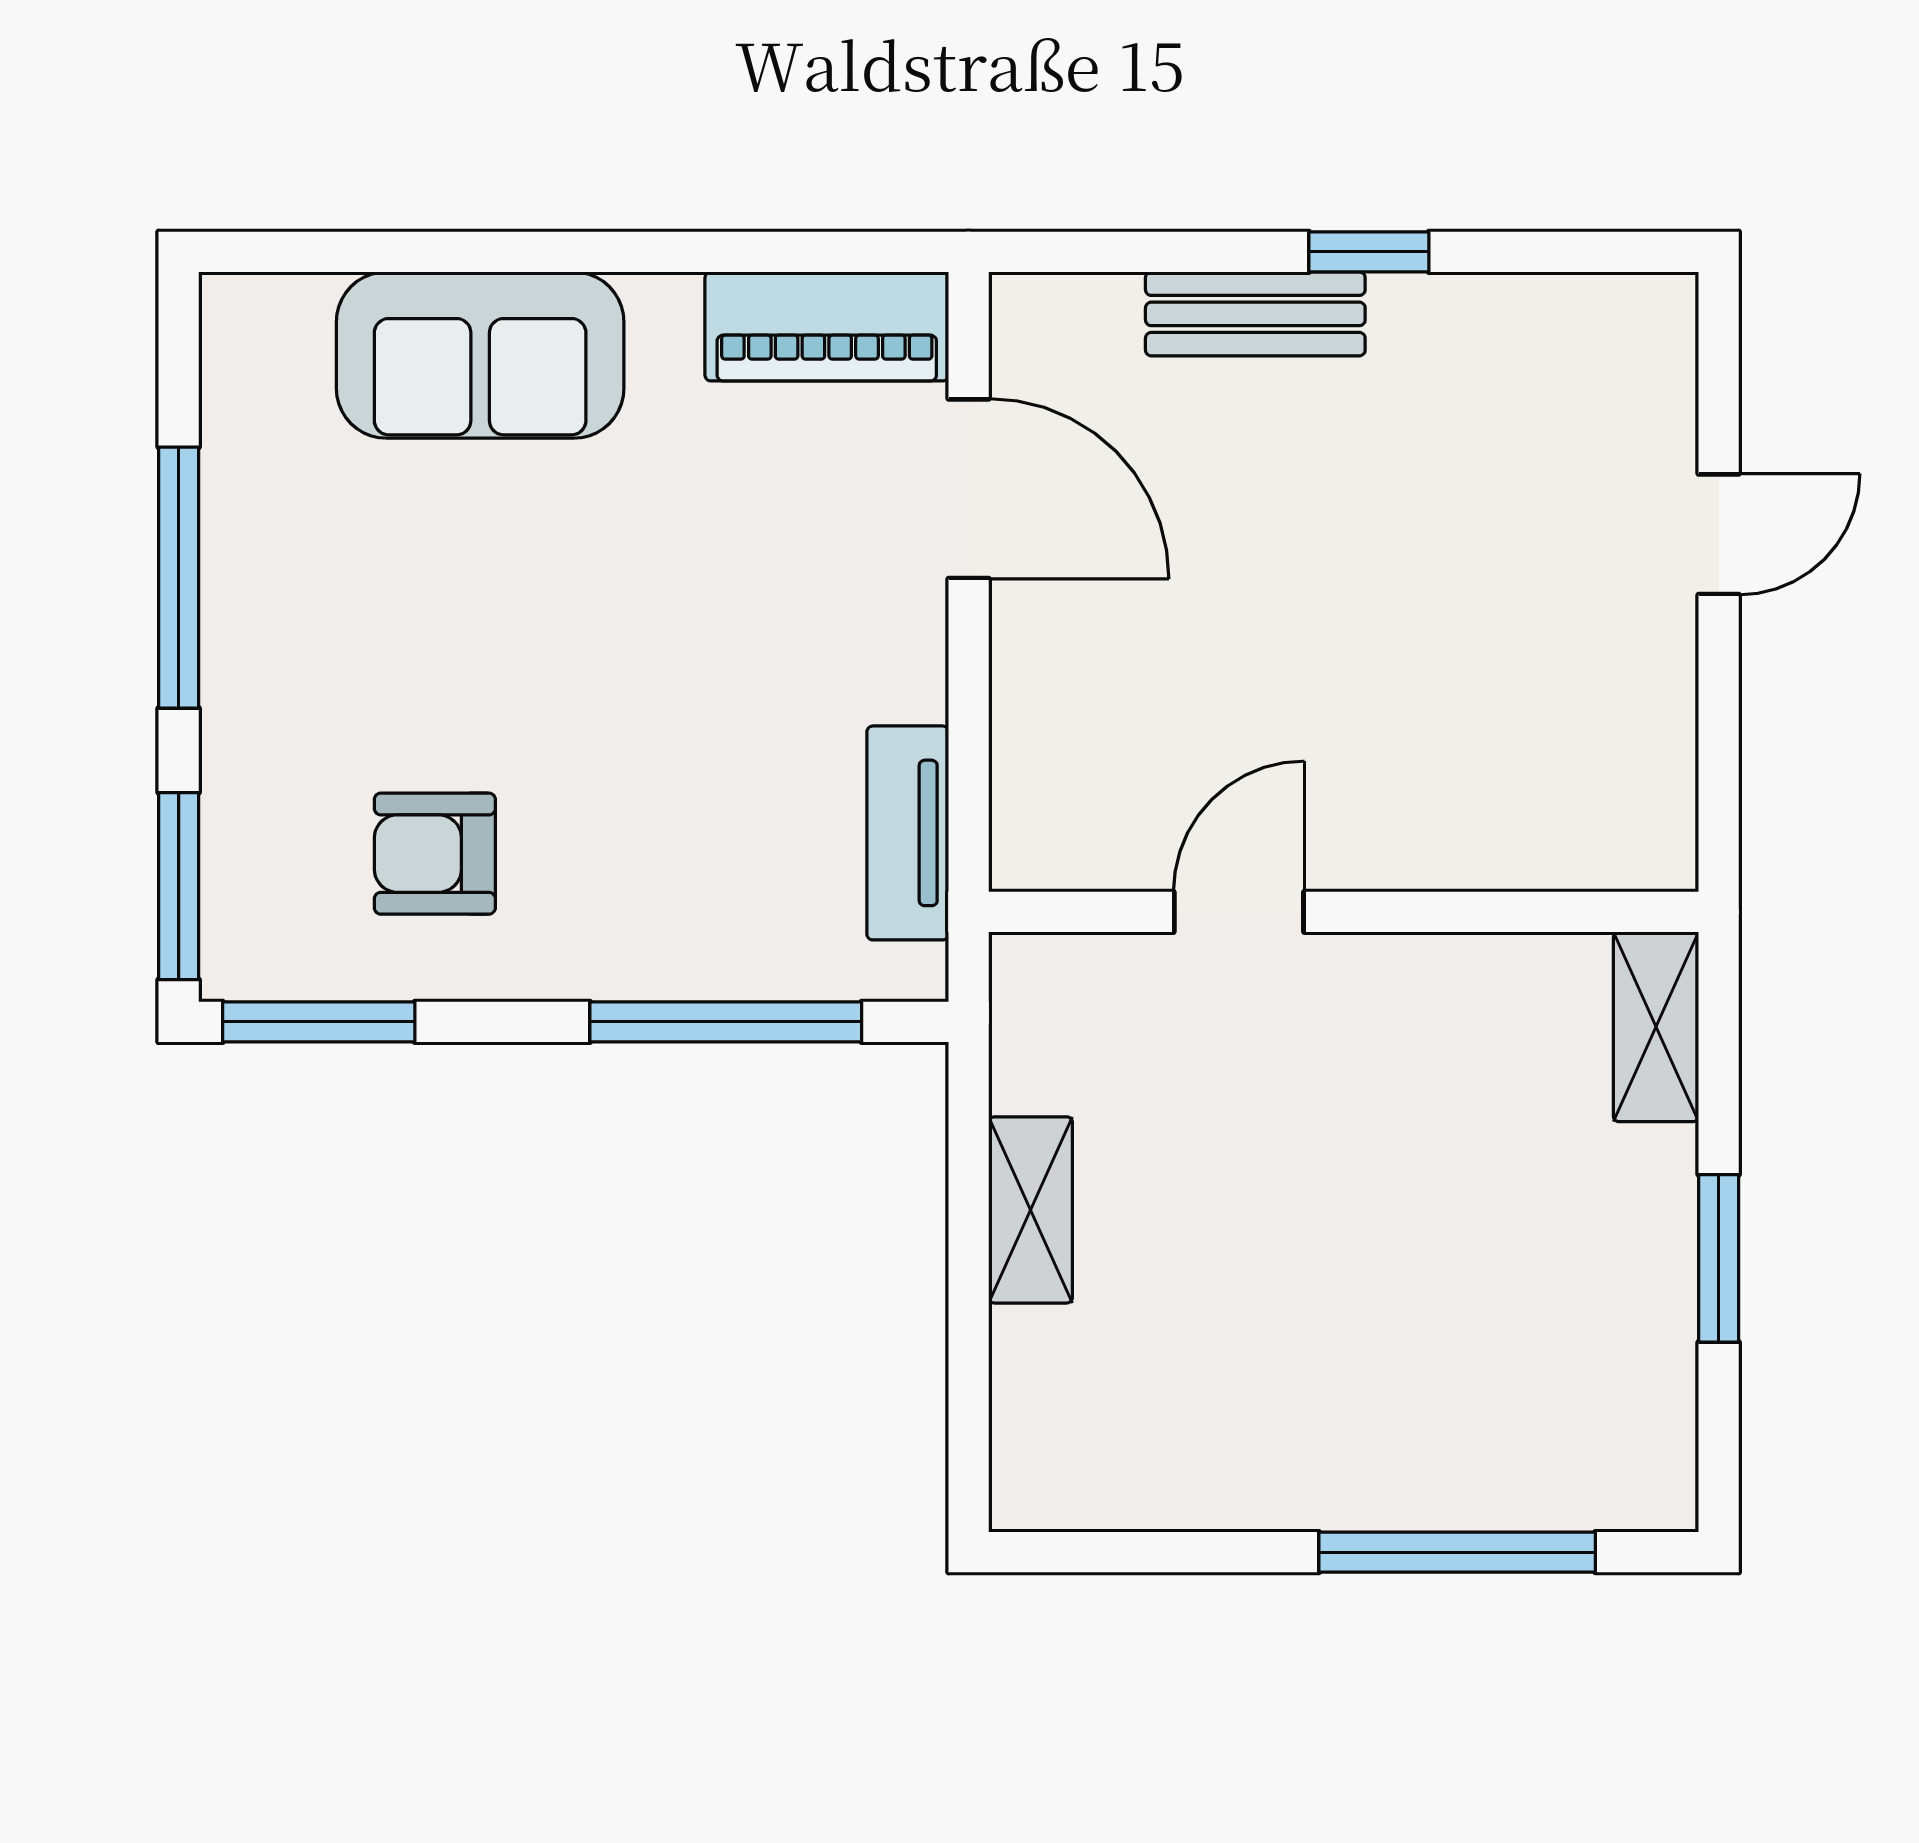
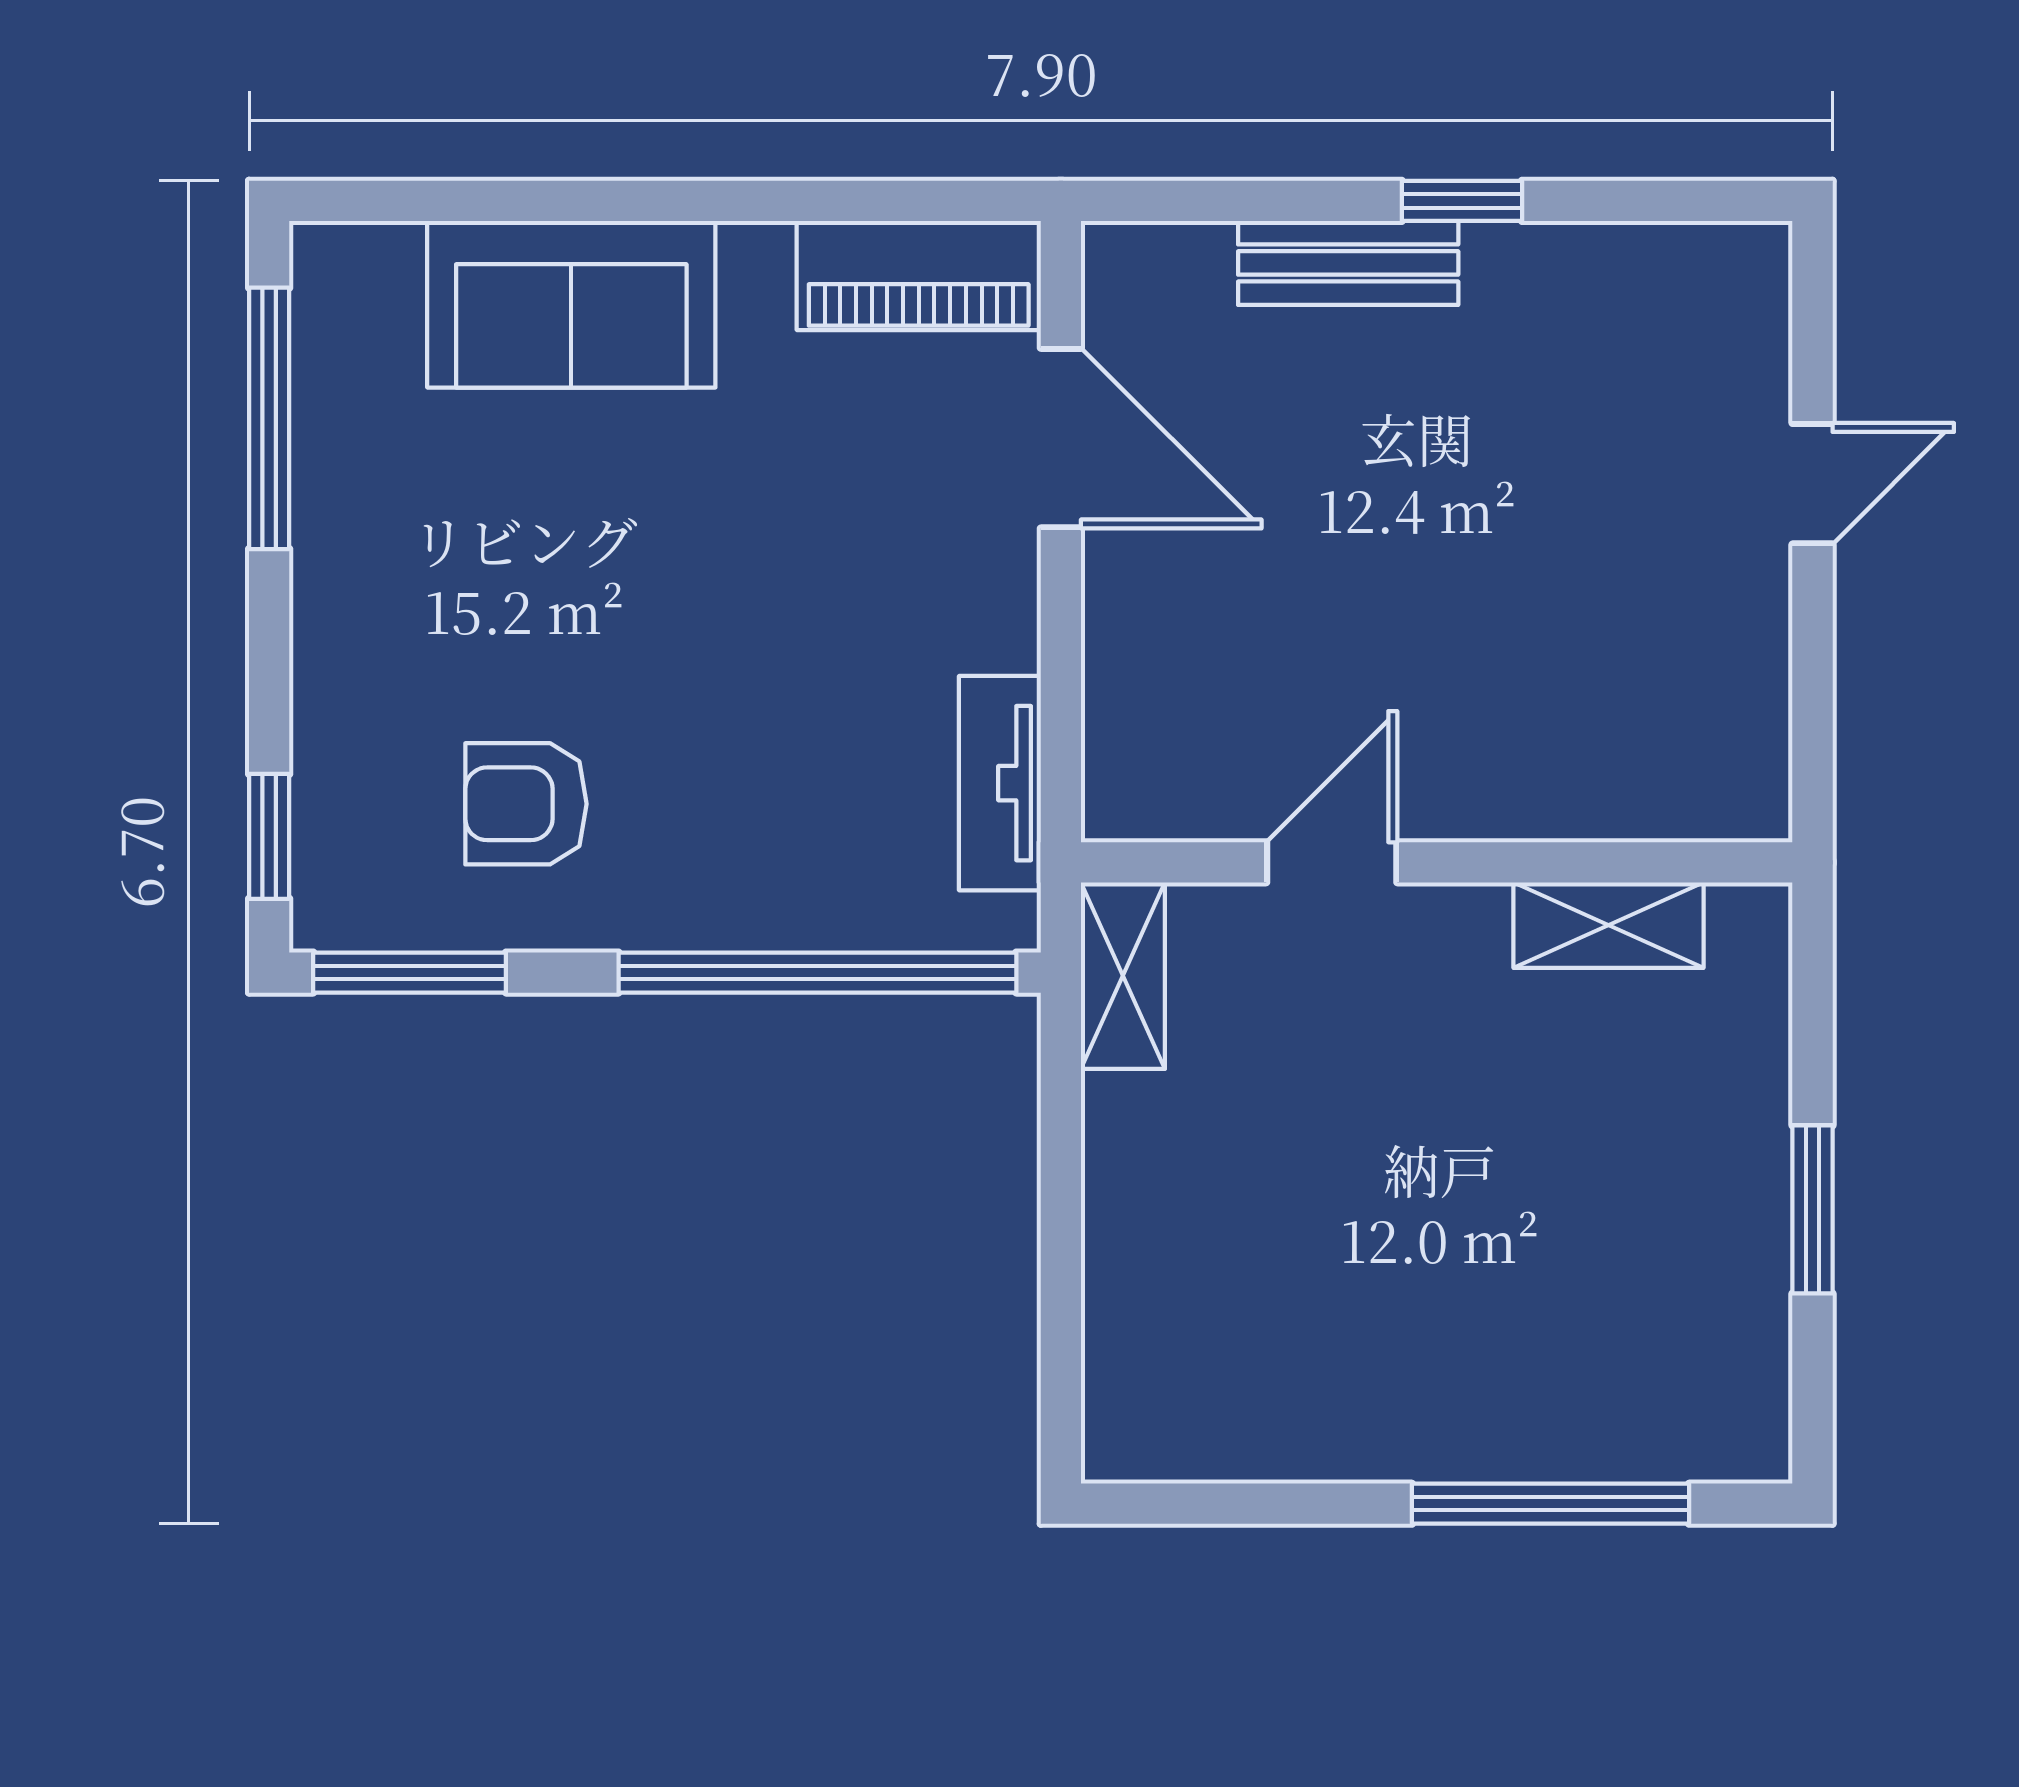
window: (179, 578) -> (269, 418), moved
window: (179, 886) -> (269, 836), width x0.67
window: (726, 1022) -> (817, 973), width x1.46
shelving: (1656, 1027) -> (1608, 925), moved, turned 90
shelving: (1031, 1210) -> (1123, 976), moved

